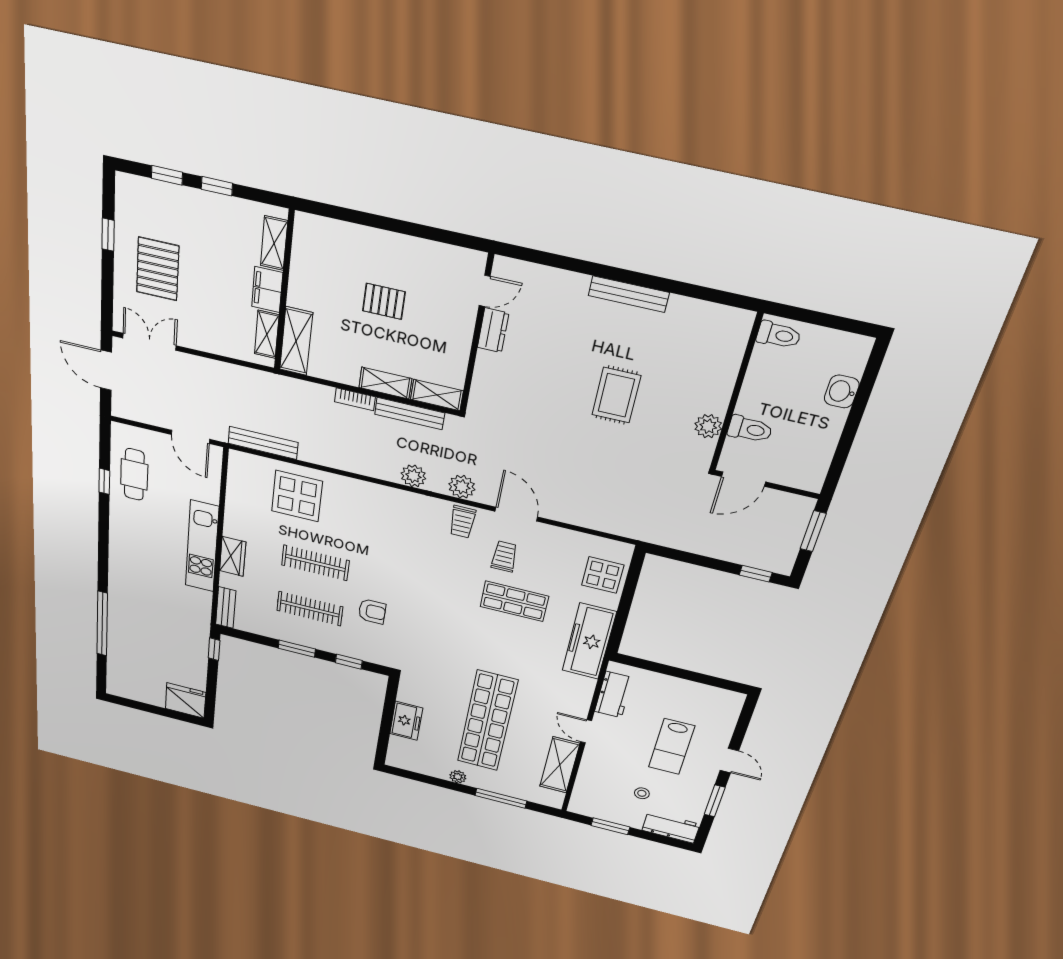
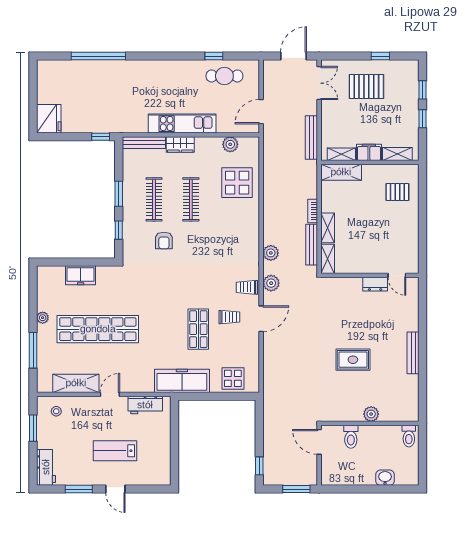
pallet: (384, 301) -> (397, 192), moved, turned 90
plant: (708, 426) -> (371, 414), moved
bench: (263, 443) -> (311, 138), moved
plant: (238, 491) -> (230, 144), added
bench: (226, 608) -> (144, 143), width x1.36
door: (729, 761) -> (115, 489), hinge flipped
stool: (642, 793) -> (56, 411), moved

